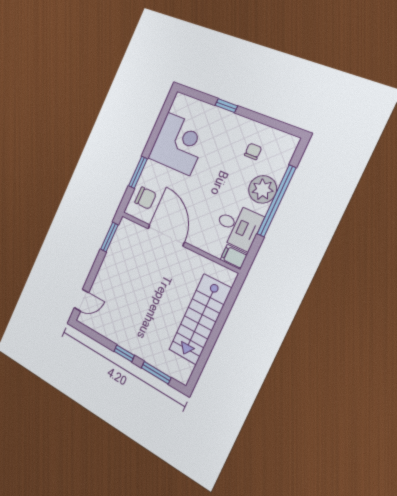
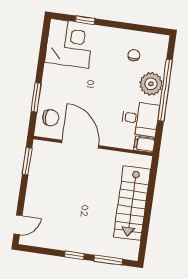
window: (226, 106) -> (85, 20), moved
corner desk: (179, 144) -> (69, 43), moved

